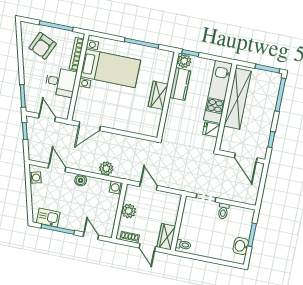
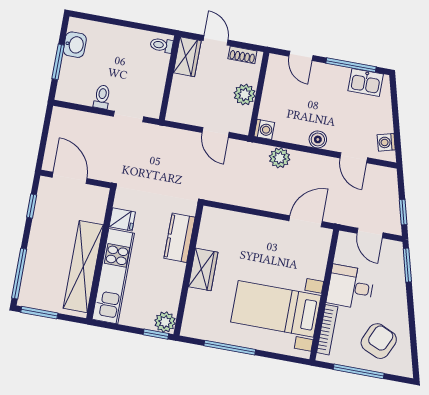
kitchen counter: (180, 84) -> (179, 238), moved

